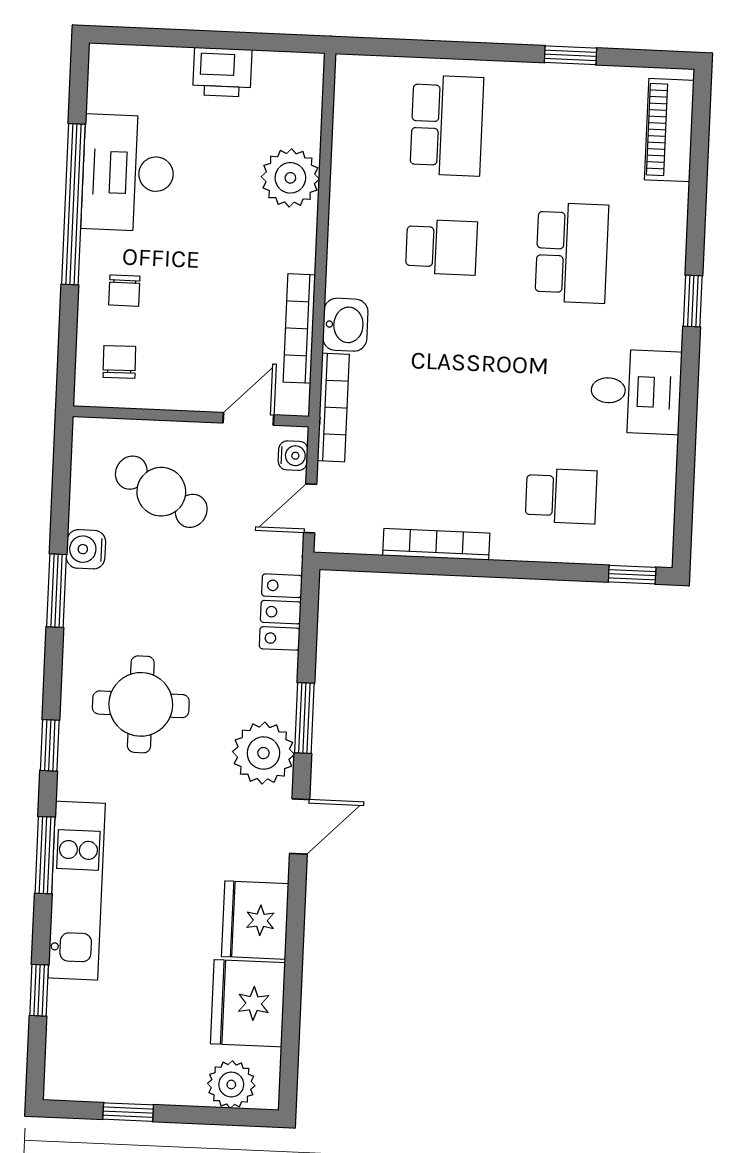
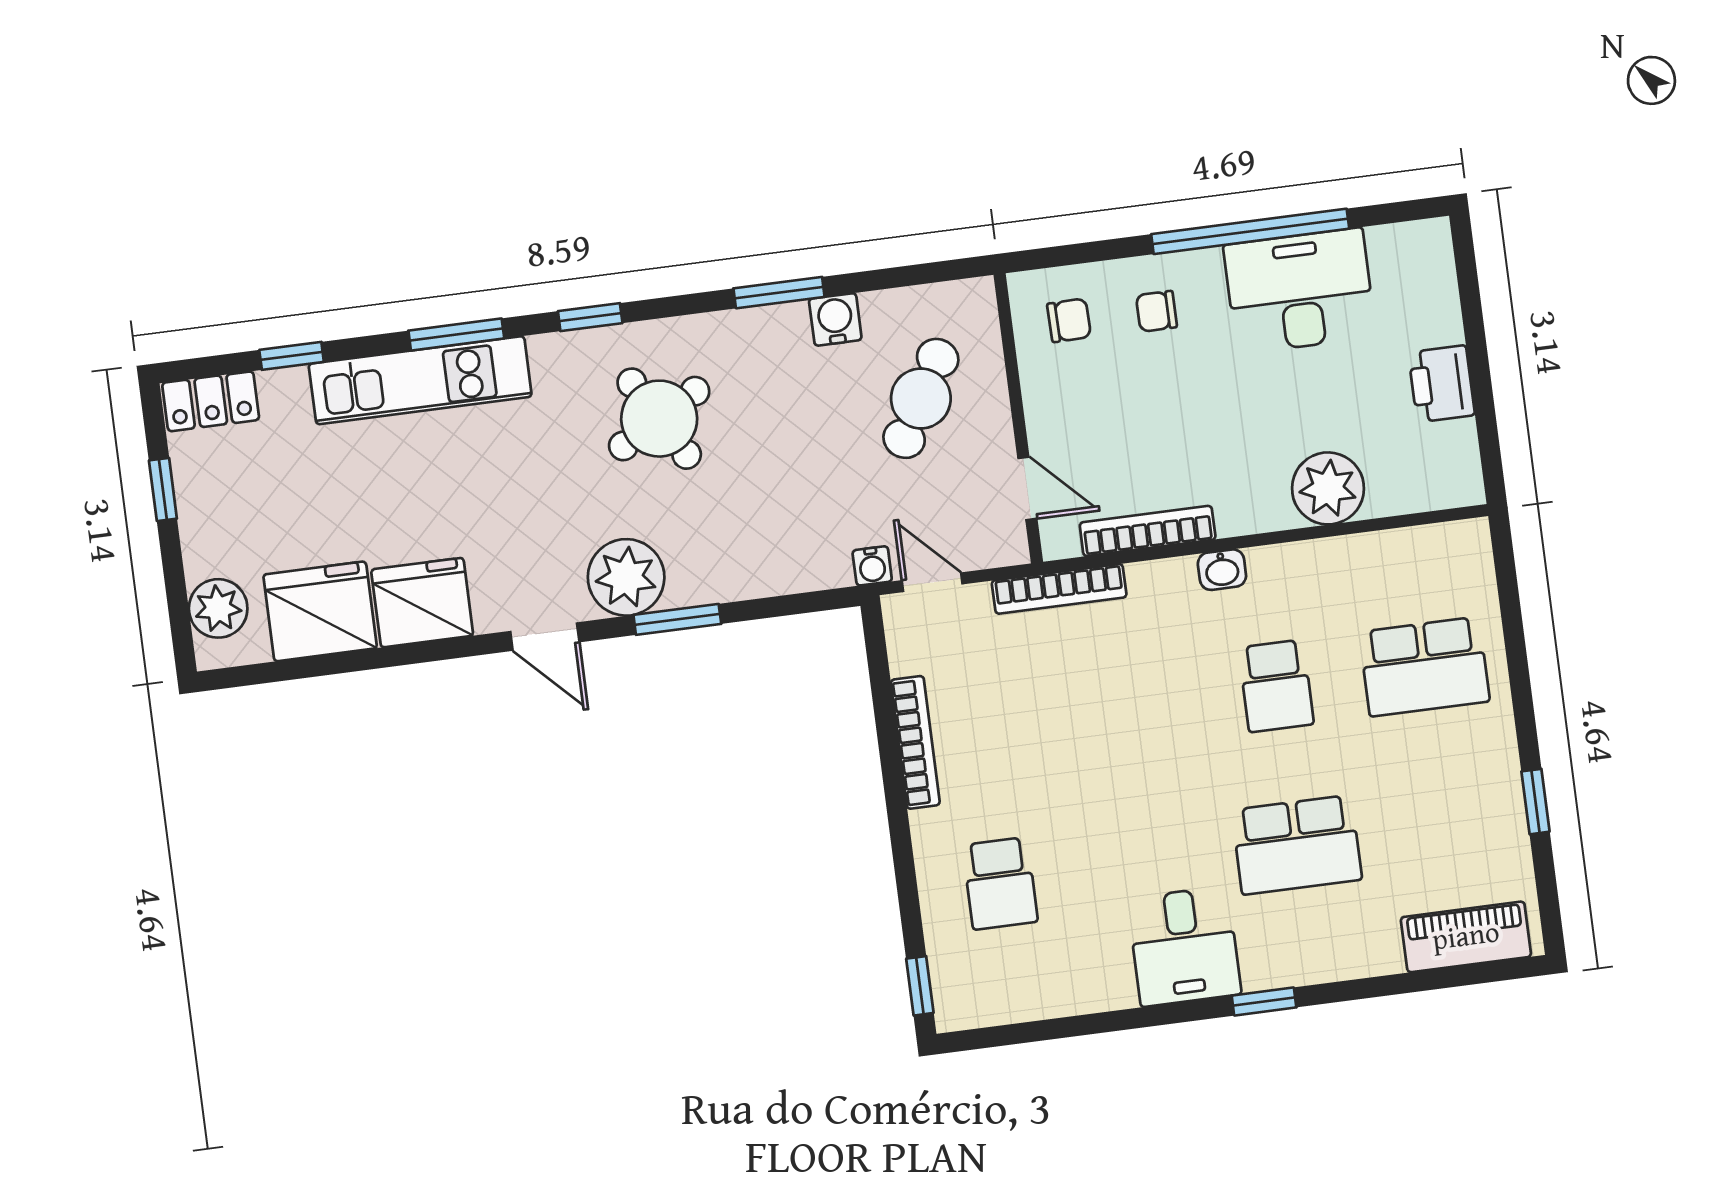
washbasin: (345, 325) -> (1222, 570), moved, width x0.72, depth x0.69
desk: (636, 391) -> (1184, 946), moved
water cooler: (293, 456) -> (872, 566), moved
locker: (281, 612) -> (211, 401), moved, turned 180
round table: (141, 704) -> (659, 419), turned -30

